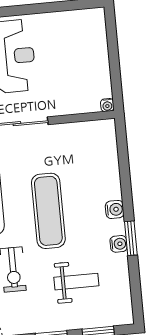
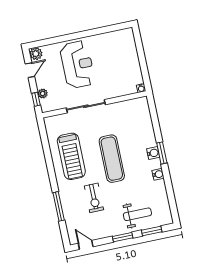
window: (131, 238) -> (162, 153), moved
weight bench: (76, 282) -> (137, 214), moved

